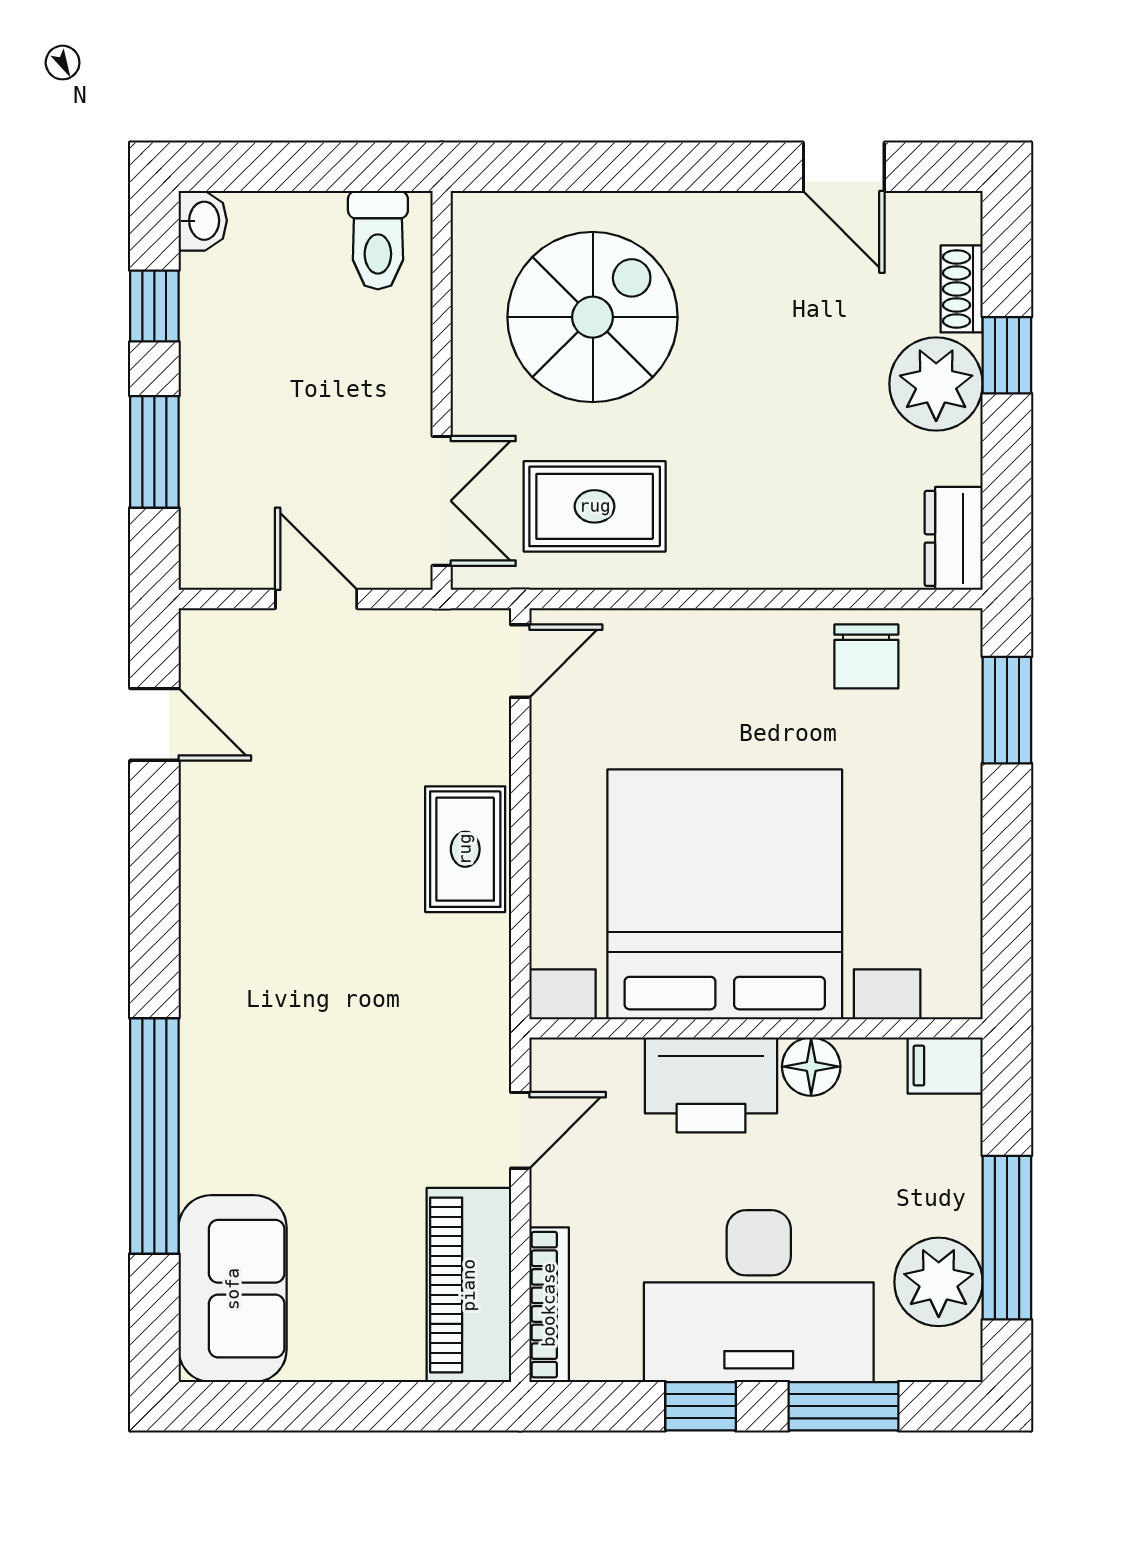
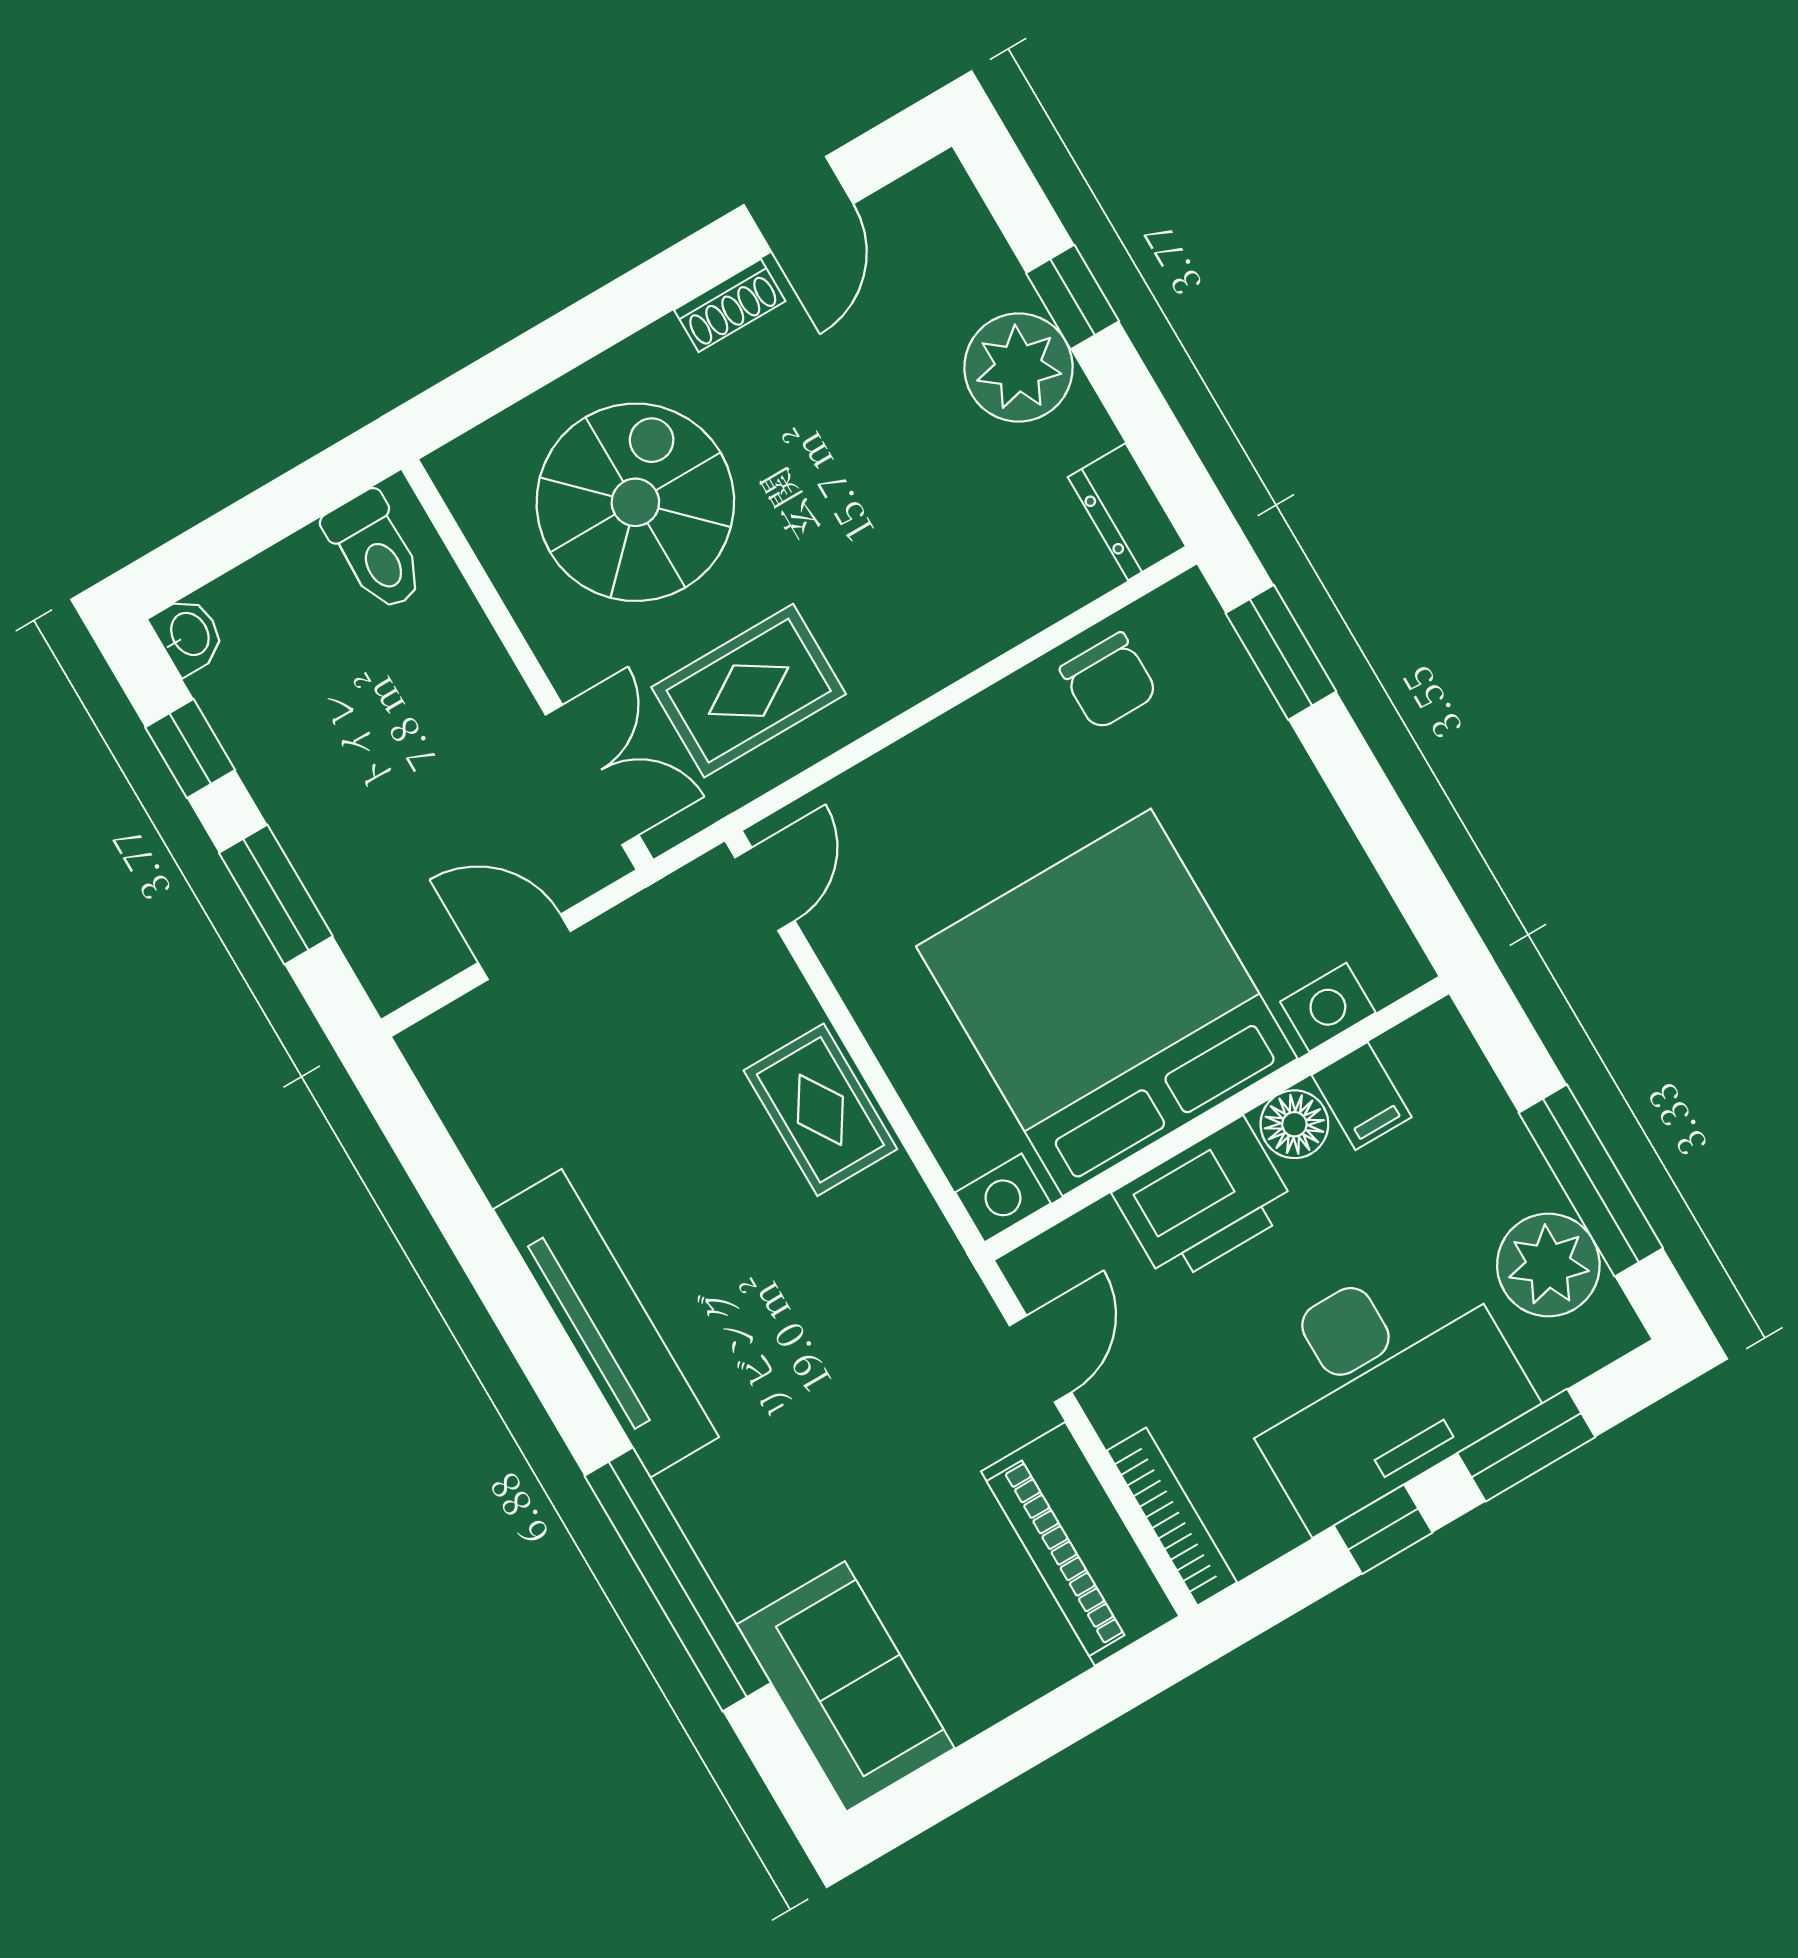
door: (844, 167) -> (799, 204), hinge flipped
shoe rack: (962, 289) -> (730, 306), moved, turned -90
door: (154, 724) -> (436, 1167), removed
tv unit: (213, 914) -> (606, 1323), added
filing cabinet: (945, 1066) -> (1362, 1096), moved, turned -90

